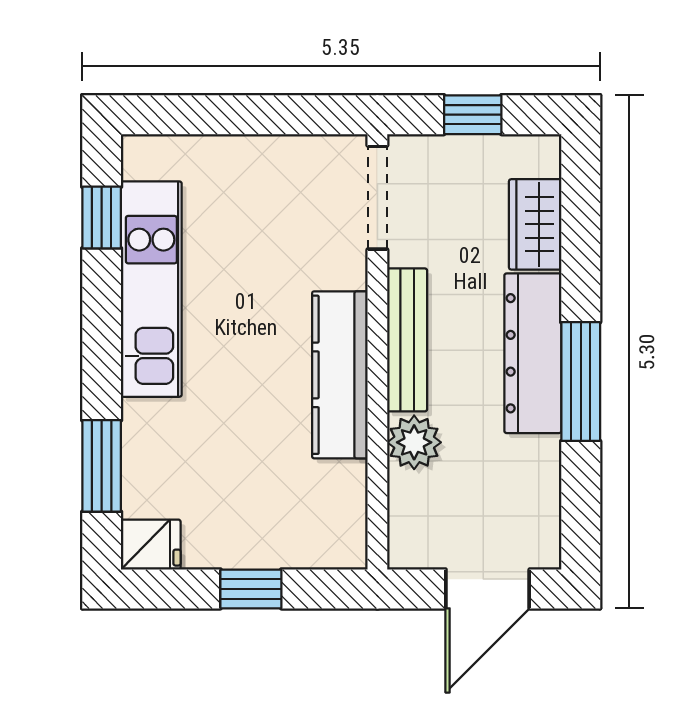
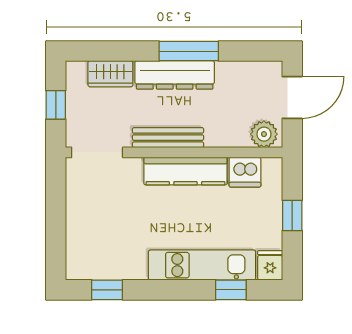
kitchen unit: (151, 289) -> (202, 265), moved
plant: (414, 442) -> (264, 134), moved
window: (102, 466) -> (231, 290), width x0.67
dishwasher: (338, 494) -> (245, 172), added
door: (488, 589) -> (292, 97), hinge flipped

